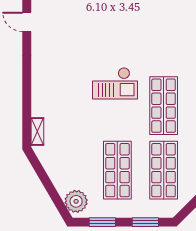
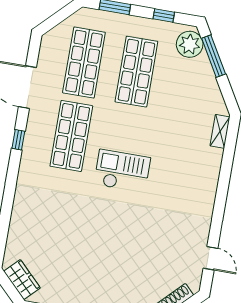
window: (54, 195) -> (214, 56), added
window: (102, 222) -> (164, 15), width x0.67

